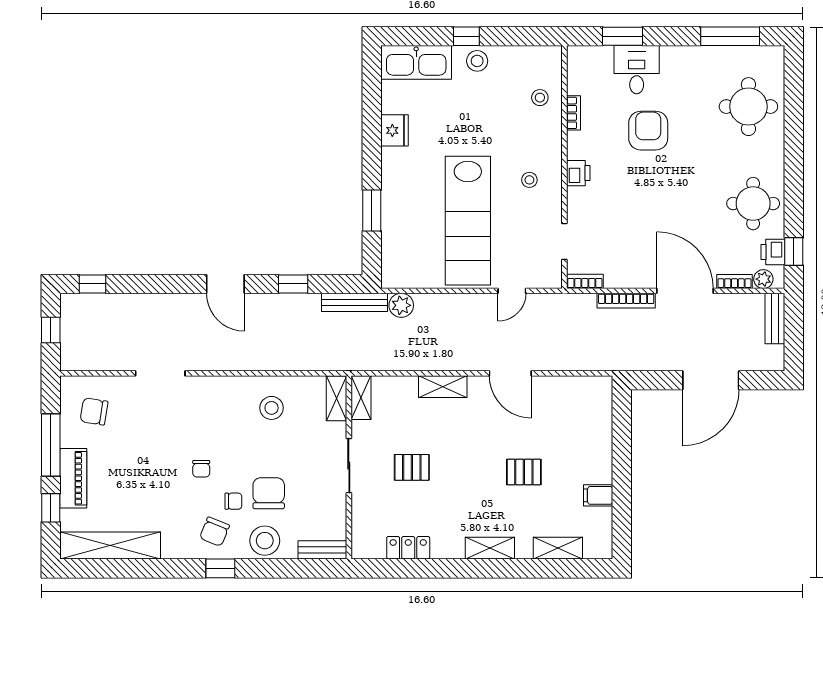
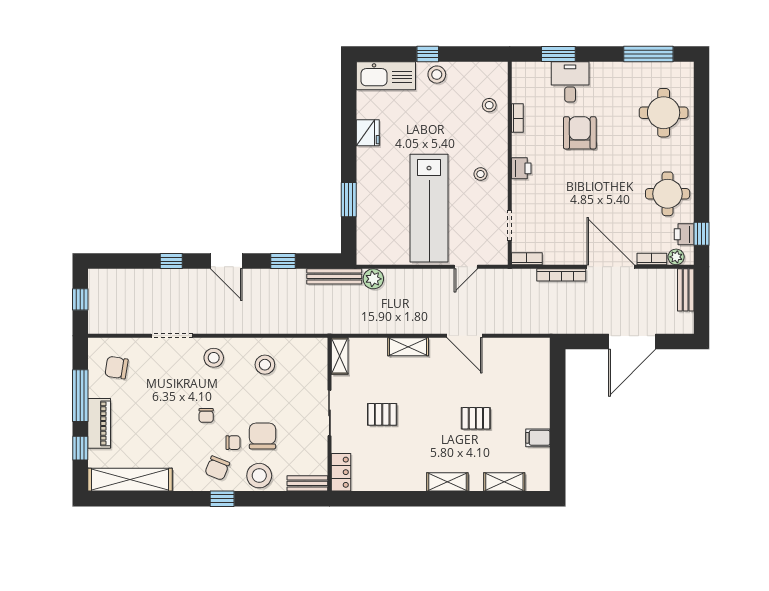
window: (93, 284) -> (171, 261), moved
shelving: (336, 398) -> (319, 357), removed
stool: (210, 400) -> (214, 358), added
locker: (408, 548) -> (341, 472), moved, turned 90

